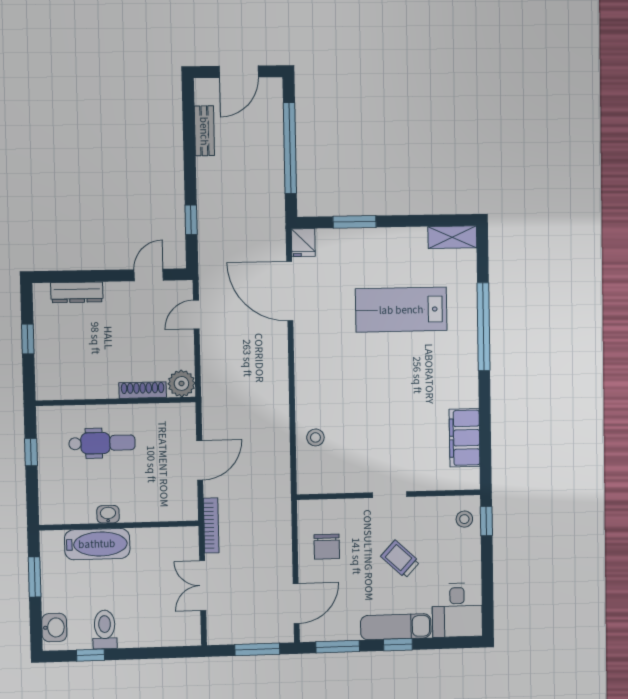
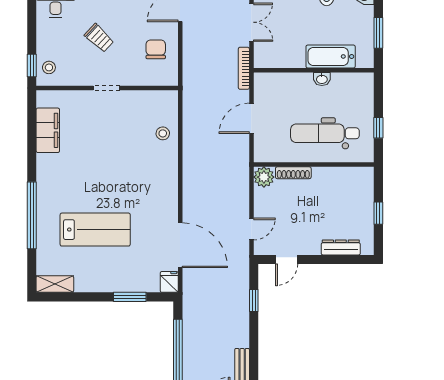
dental chair: (102, 443) -> (325, 133), width x1.36, depth x1.38

